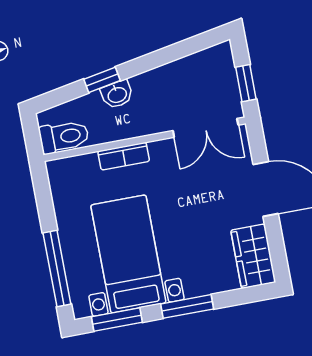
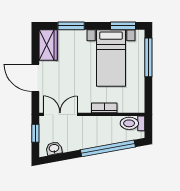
window: (102, 80) -> (108, 148), width x3.17
washbasin: (117, 94) -> (54, 148), moved
window: (187, 306) -> (71, 26), moved

